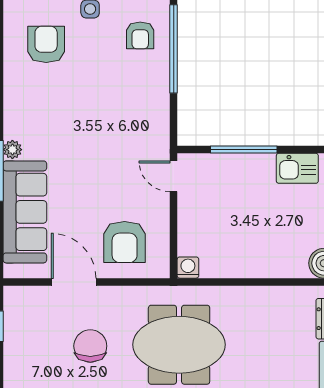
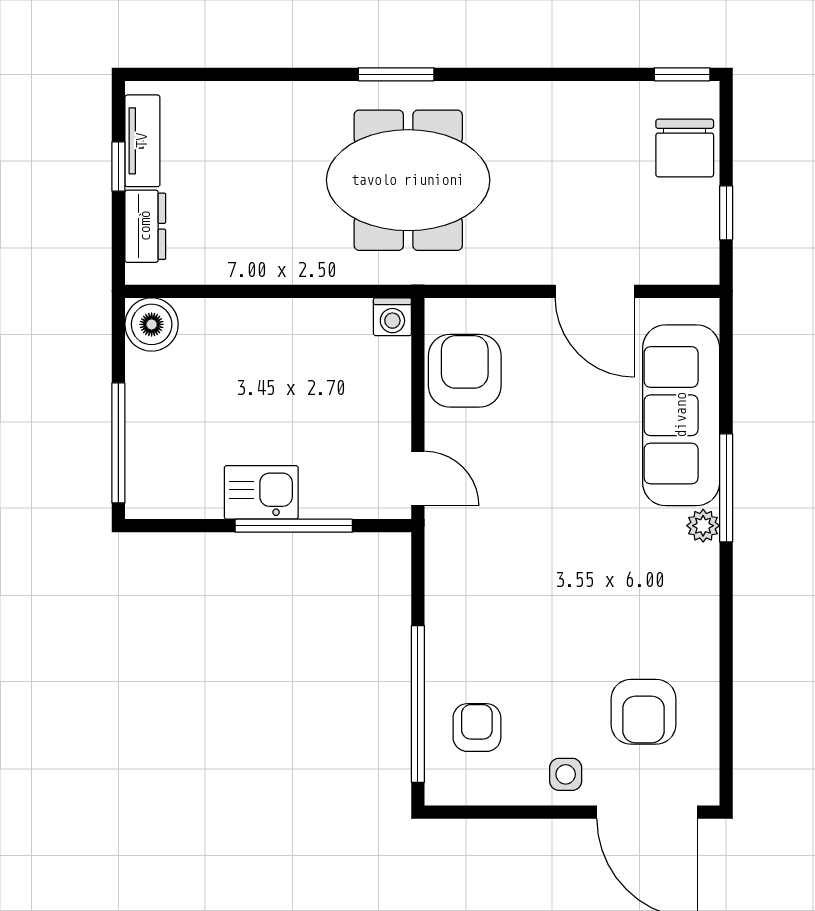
kitchen sink: (297, 168) -> (261, 492), moved
armchair: (125, 242) -> (465, 371), moved
chair: (90, 346) -> (685, 148), moved

